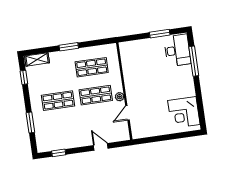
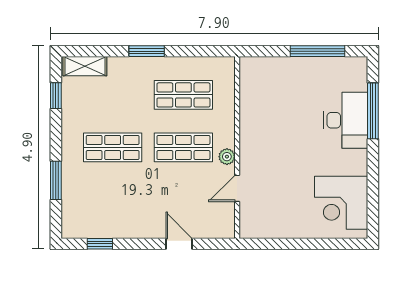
window: (160, 34) -> (318, 51), width x1.44
desk: (177, 50) -> (346, 120), moved

